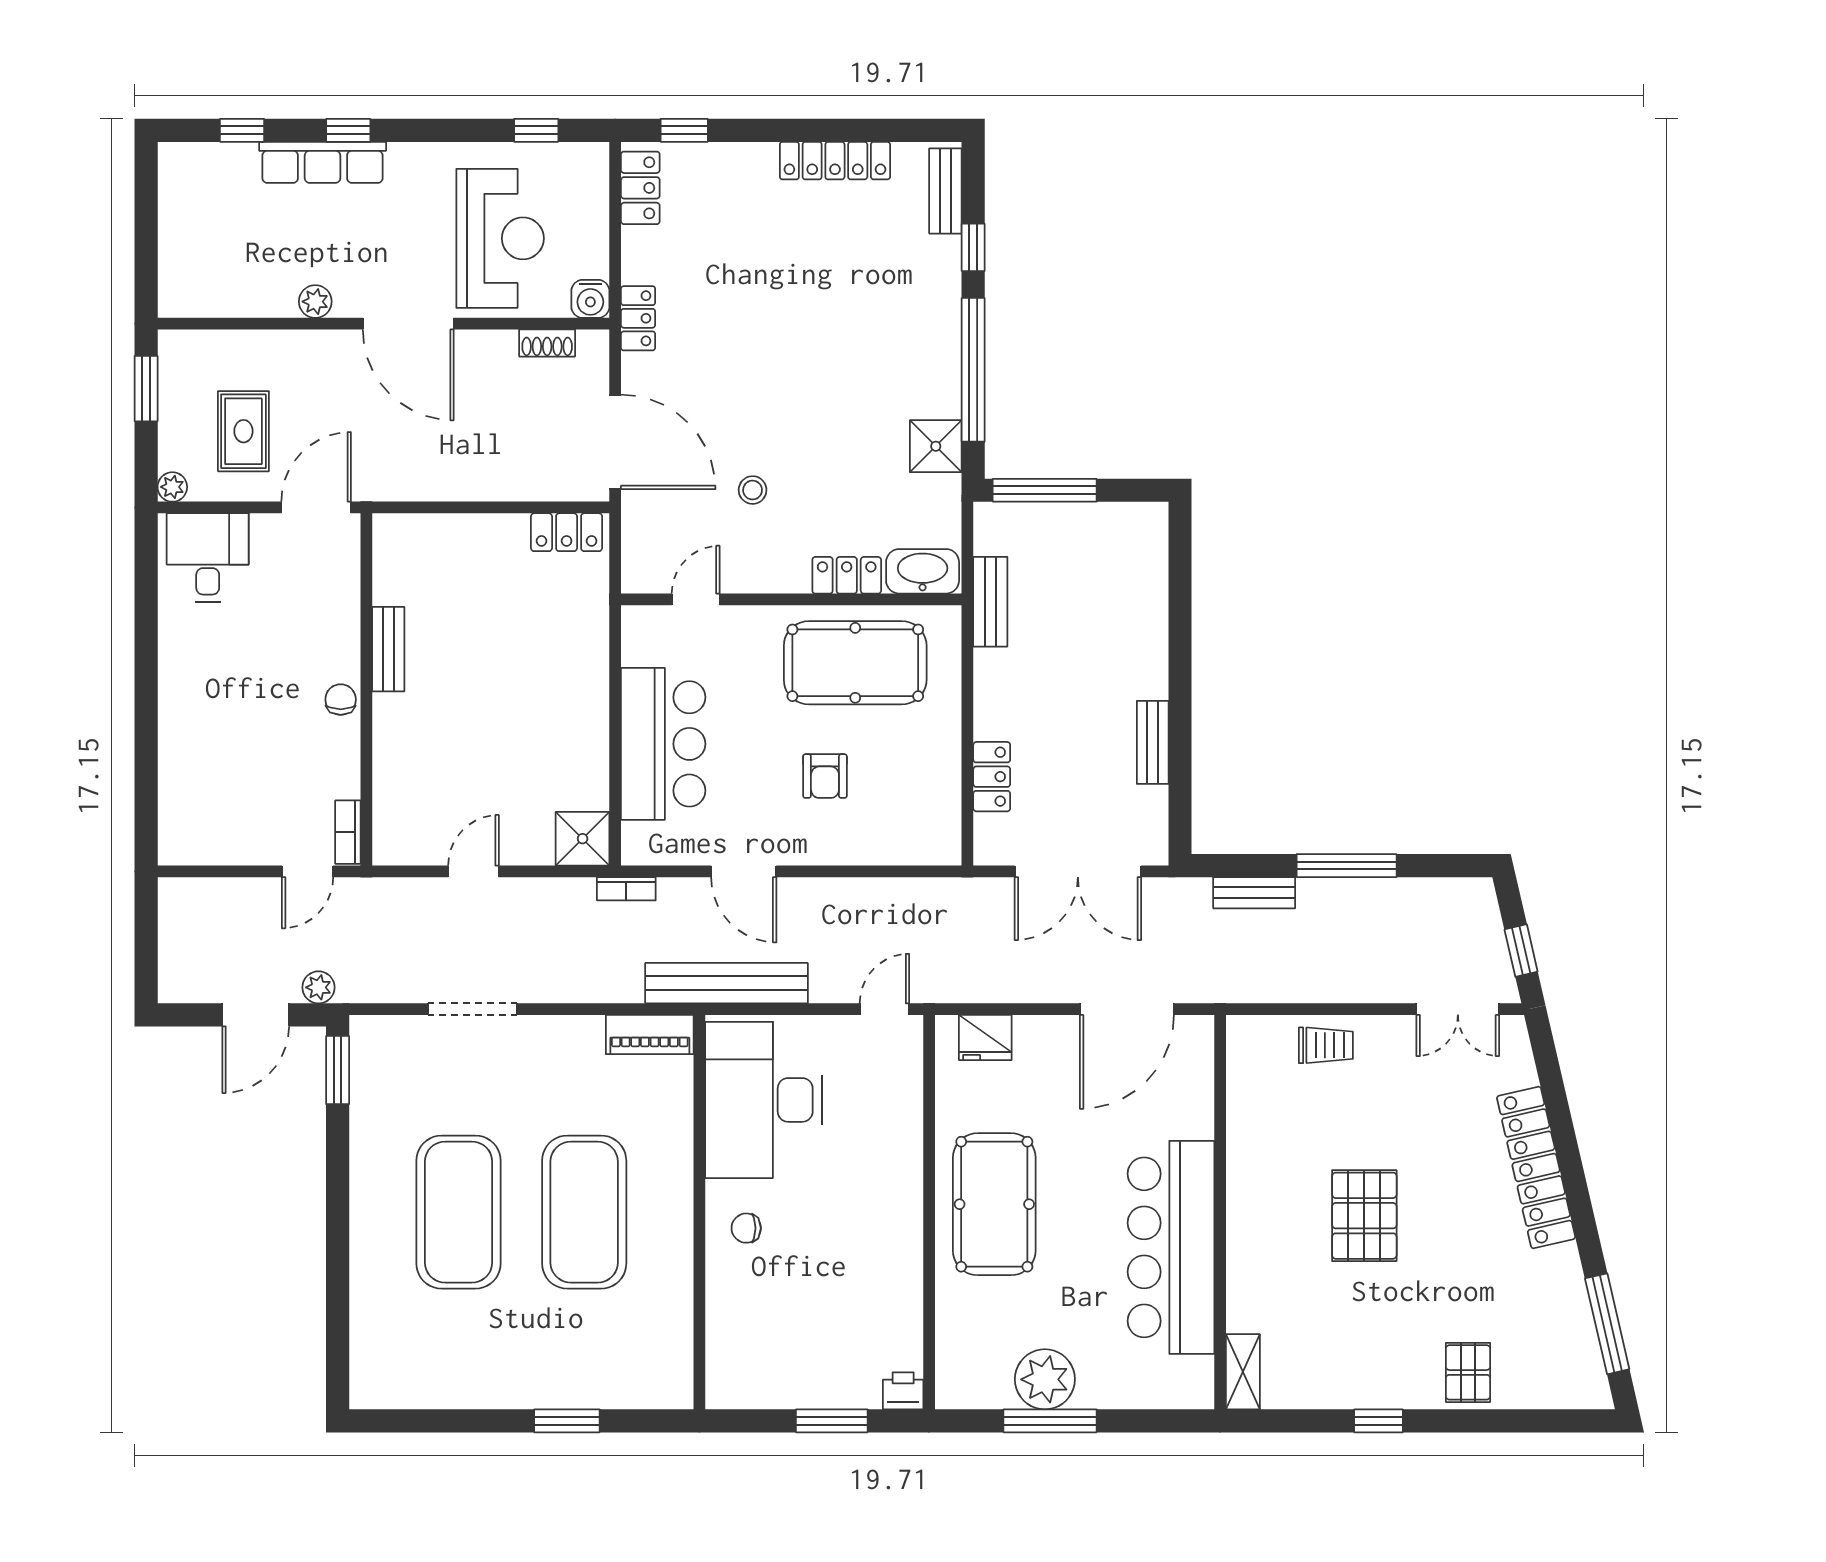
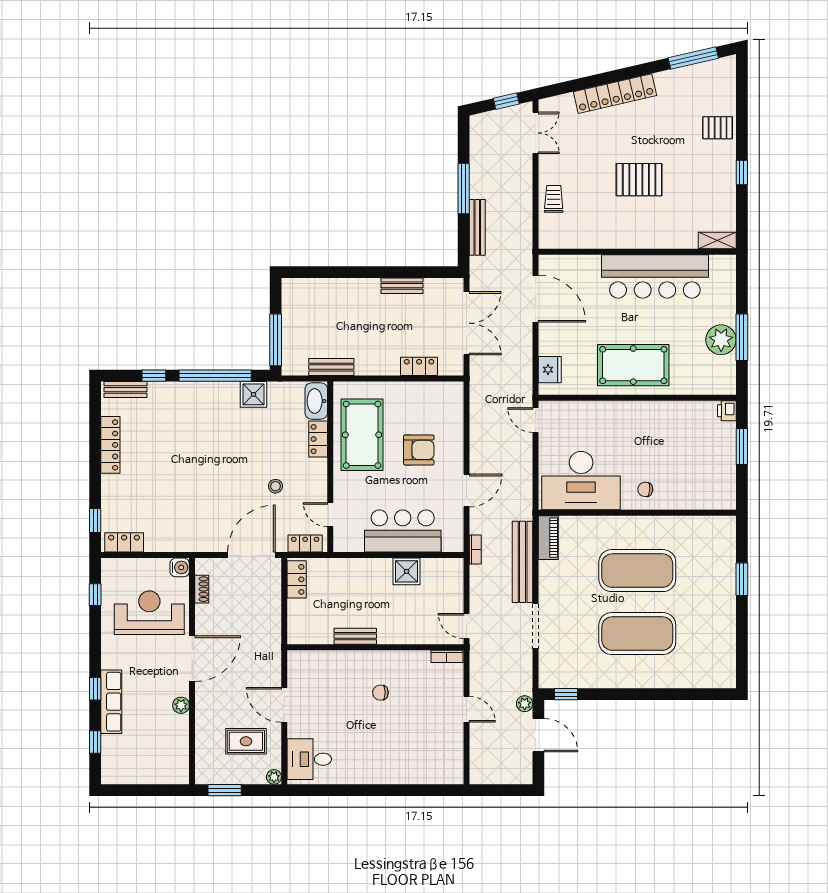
locker: (638, 318) -> (305, 544), moved
bench: (388, 649) -> (355, 636), moved
wall: (366, 689) -> (375, 647), moved
armchair: (825, 776) -> (419, 450), width x1.38, depth x1.38
bookcase: (348, 832) -> (447, 656), moved
shower: (583, 839) -> (407, 571), moved
bench: (1254, 893) -> (477, 227), width x1.36
bench: (726, 983) -> (523, 562), moved
window: (338, 1070) -> (566, 694), width x0.67
chair: (746, 1228) -> (645, 489), turned 96

